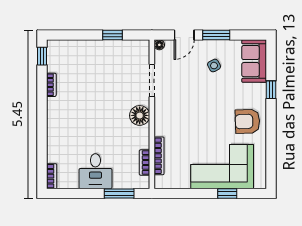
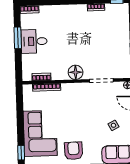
window: (119, 193) -> (18, 38), moved
window: (227, 193) -> (21, 153), moved

